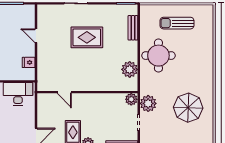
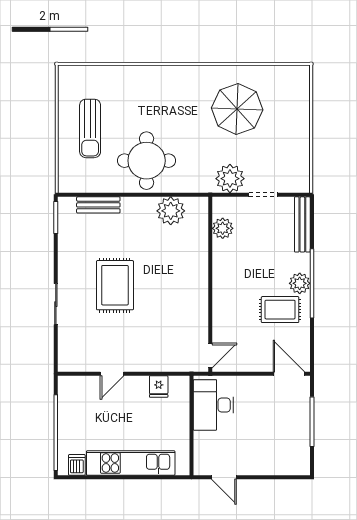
door: (64, 92) -> (210, 356), moved
plant: (131, 99) -> (223, 228), moved

